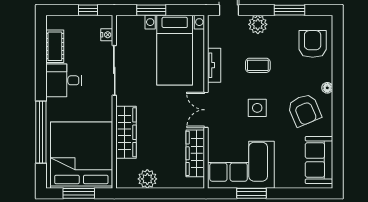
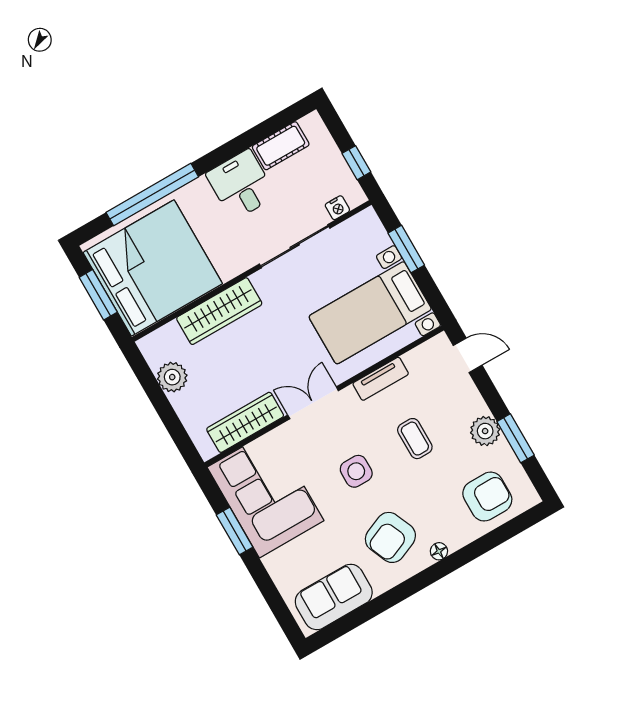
plant: (258, 24) -> (485, 431), moved

